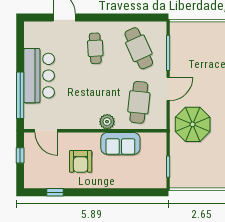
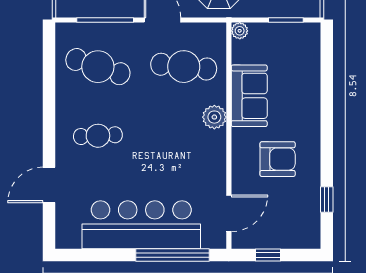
cafe table: (139, 48) -> (98, 67), turned 42
bar counter: (39, 76) -> (141, 225), width x1.36
plant: (161, 138) -> (240, 31), added

